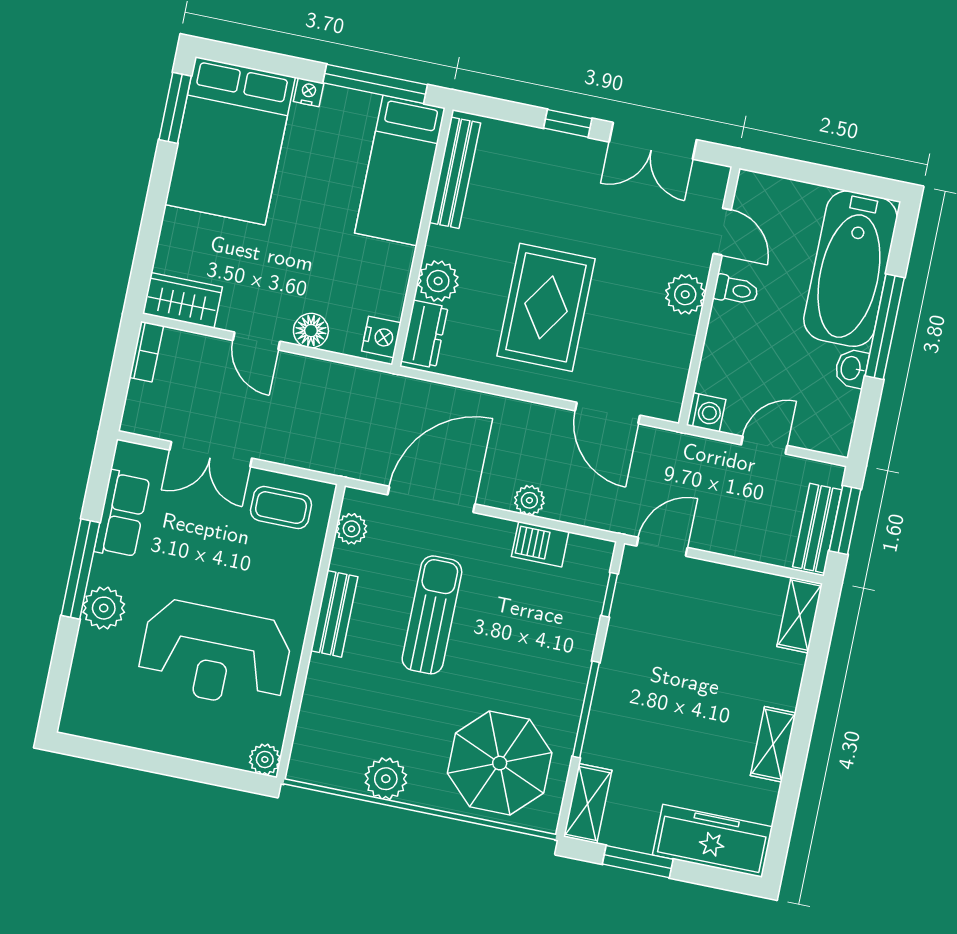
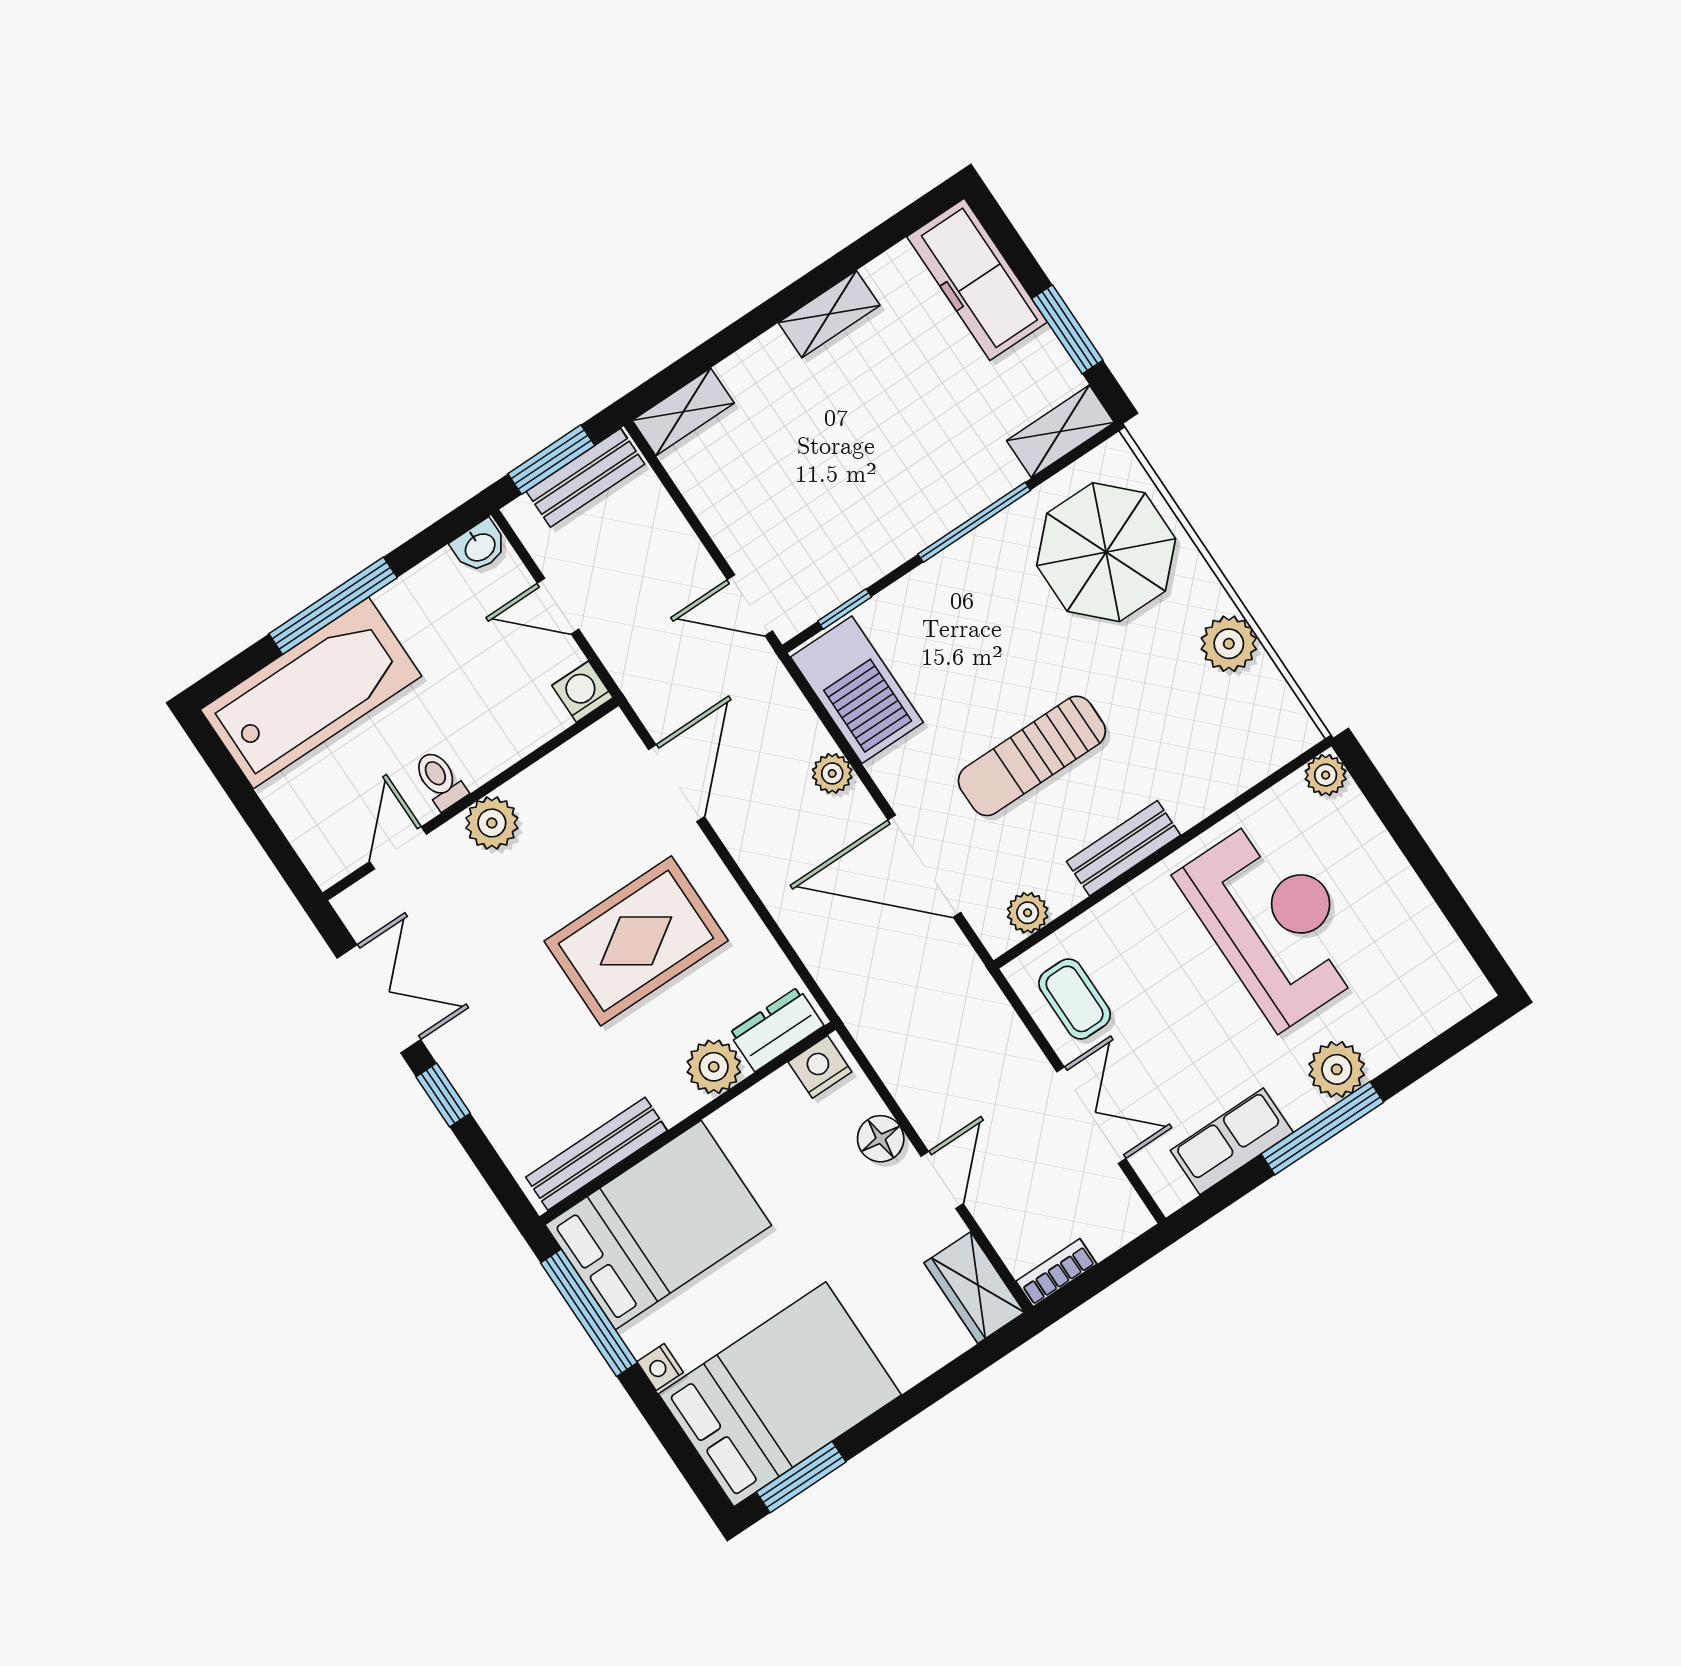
bed: (400, 170) -> (658, 1225), width x1.50
washbasin: (851, 368) -> (480, 546), moved
barbecue: (540, 544) -> (857, 690), width x1.88, depth x1.53

